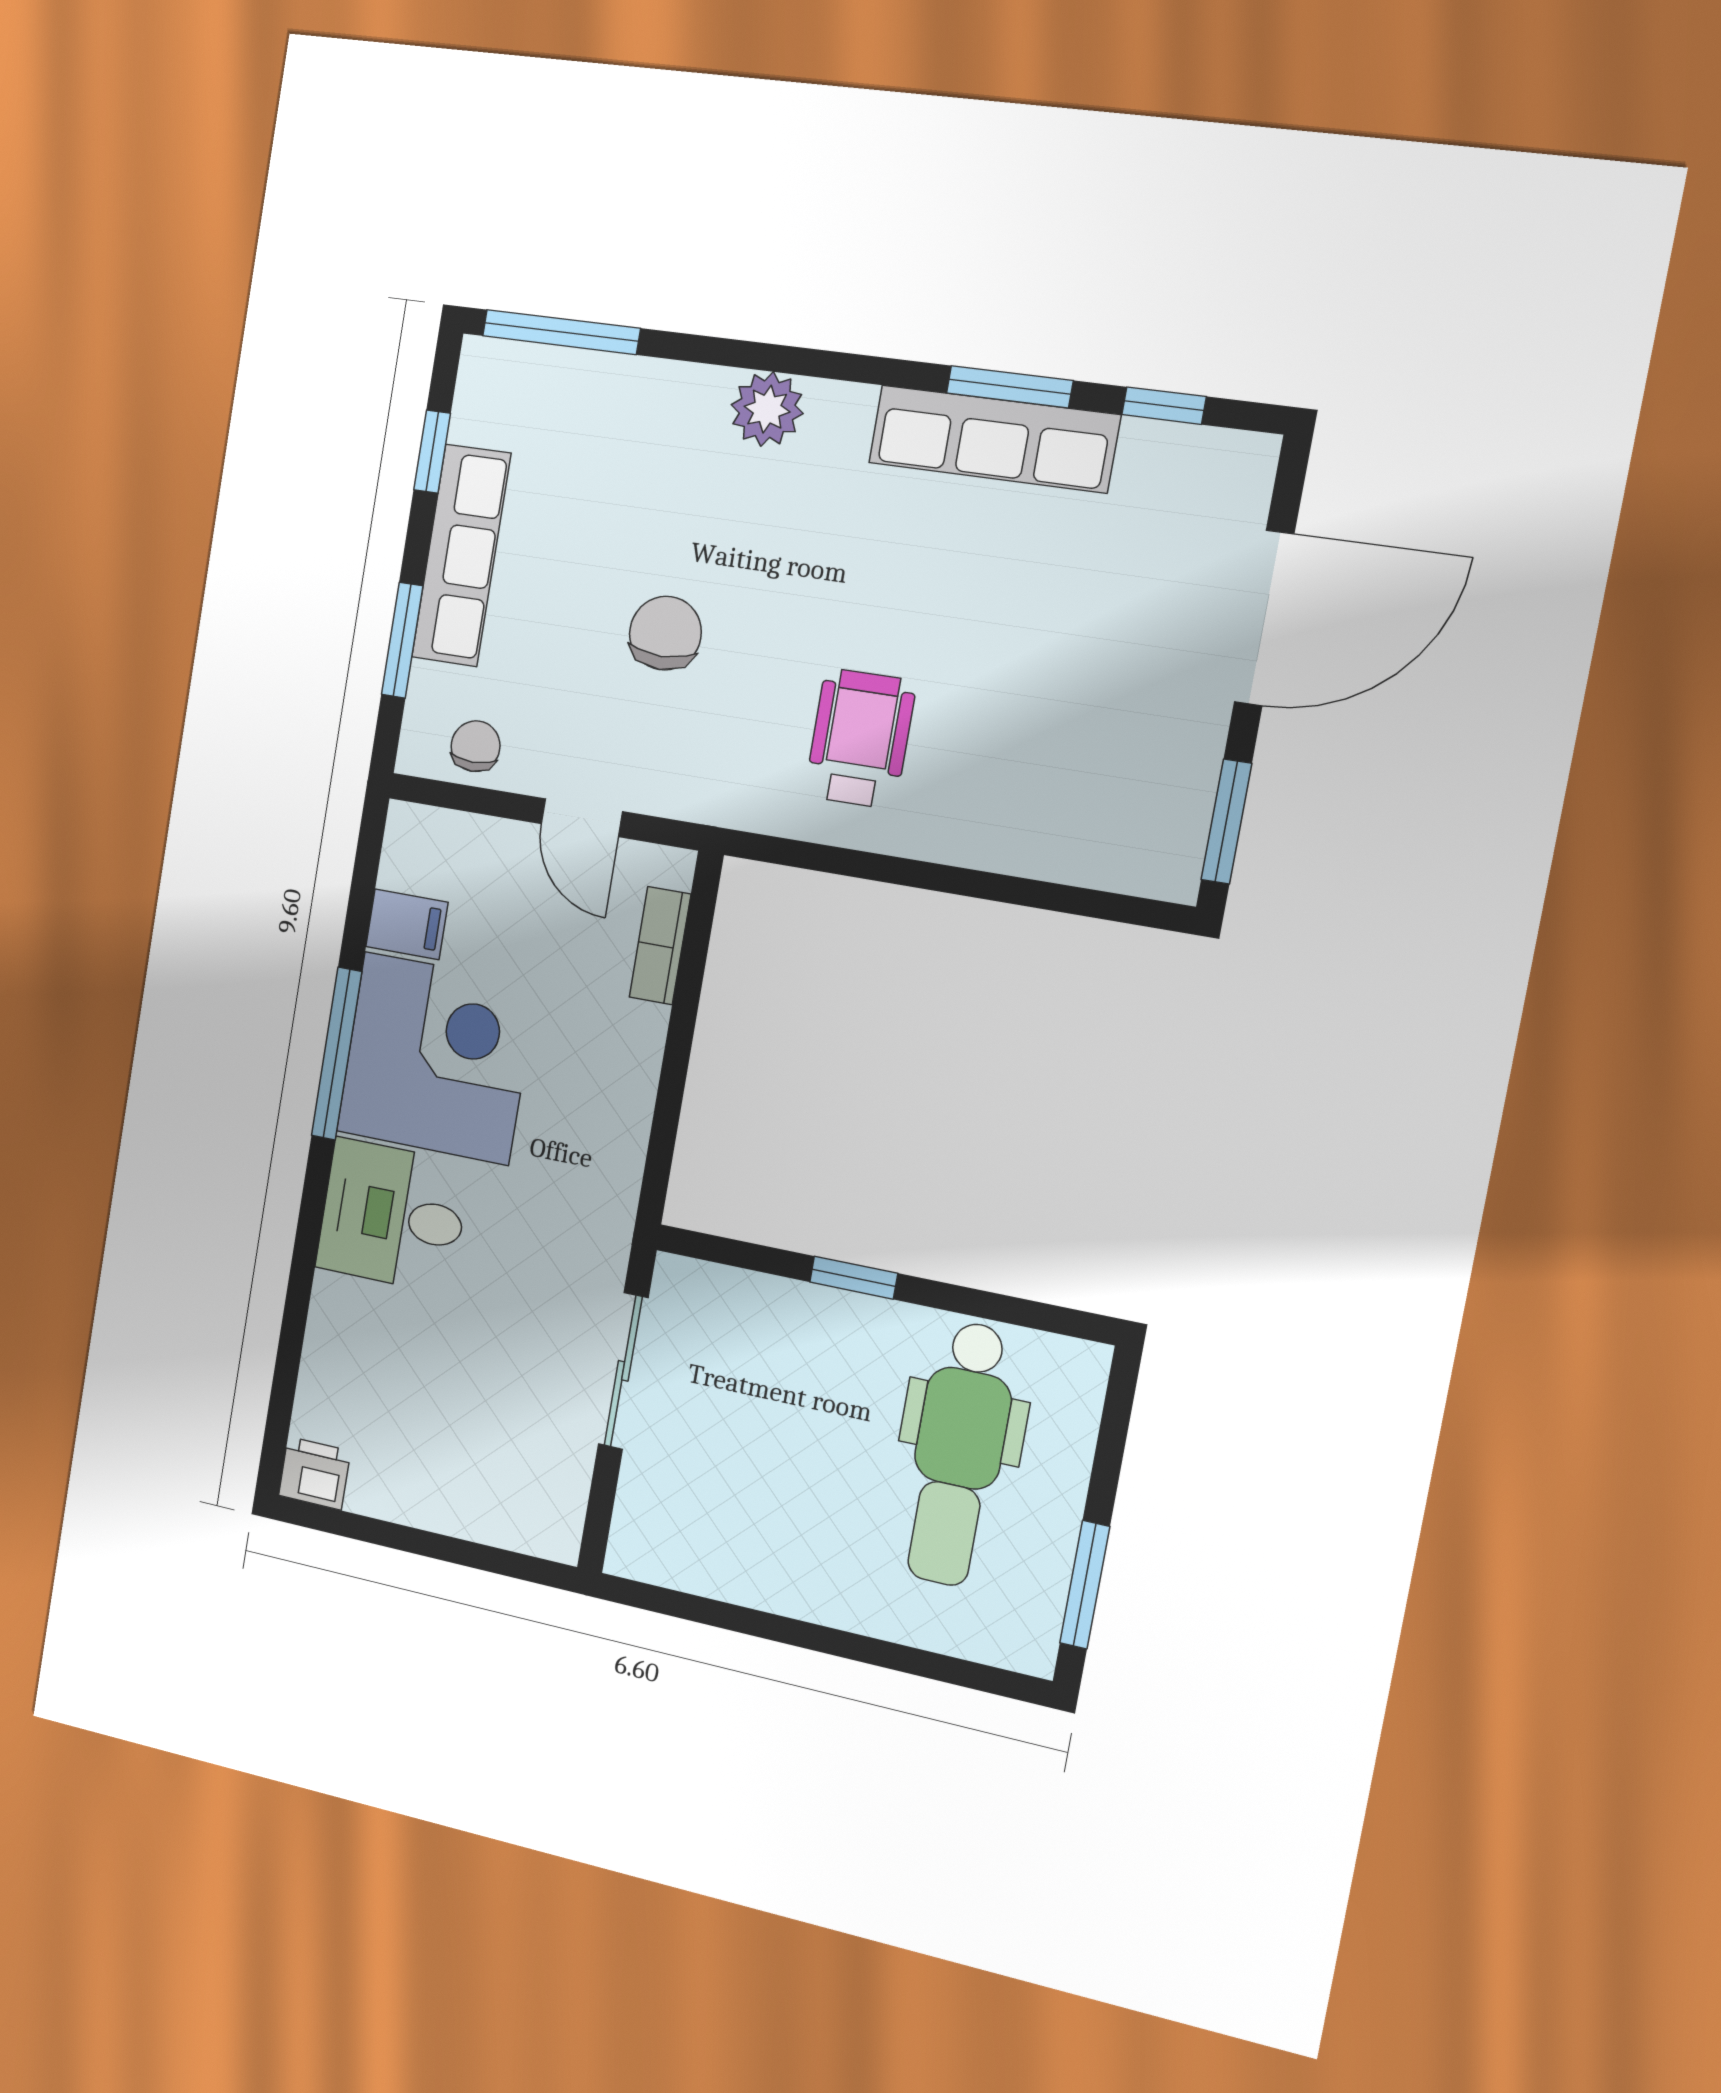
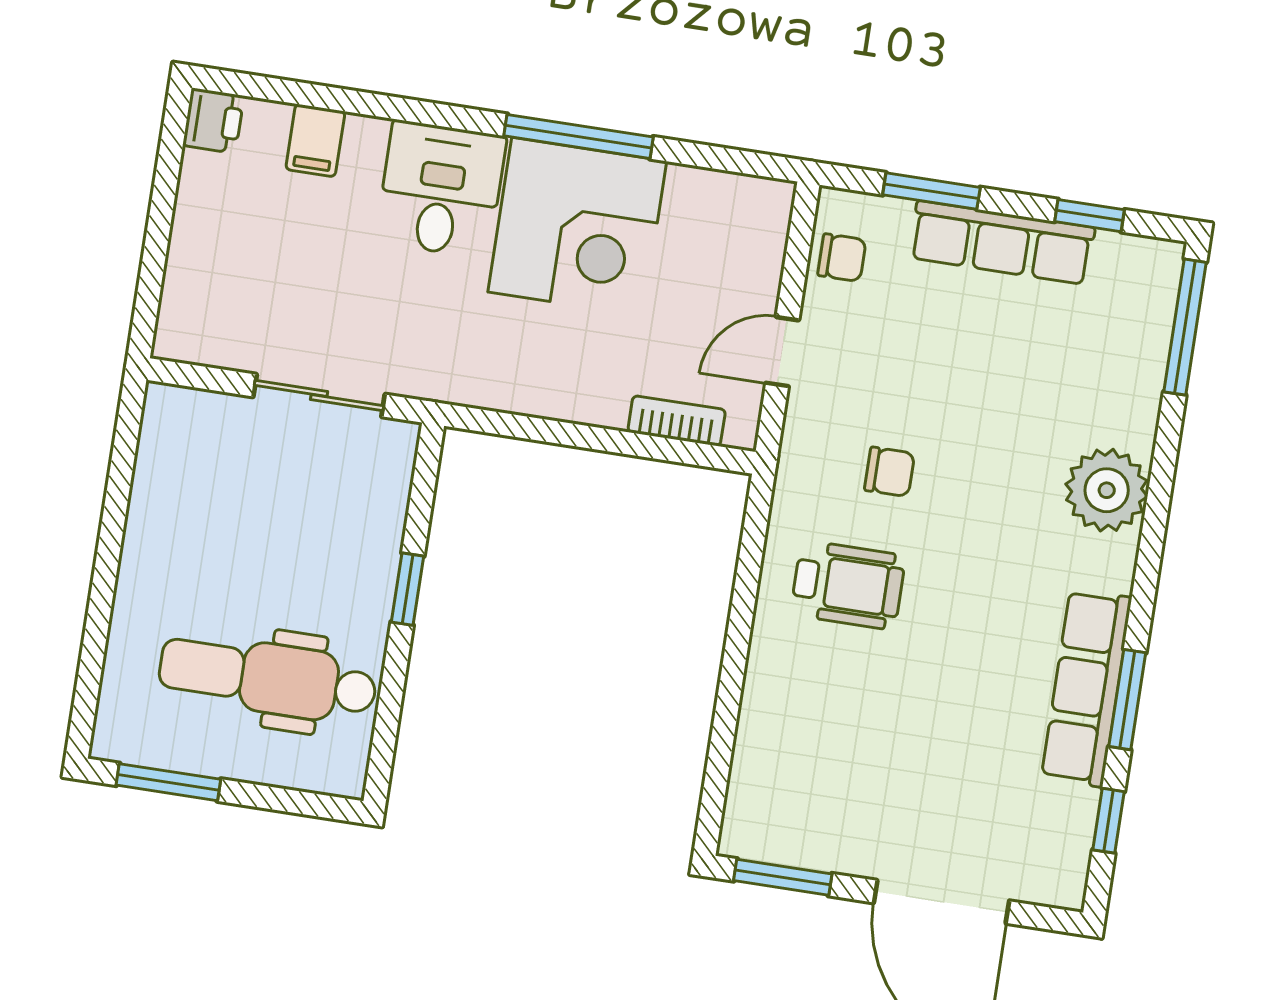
plant: (767, 409) -> (1107, 490), width x1.36, depth x1.36
chair: (665, 633) -> (889, 472), moved, width x0.73, depth x0.73
filing cabinet: (407, 924) -> (315, 140), moved

